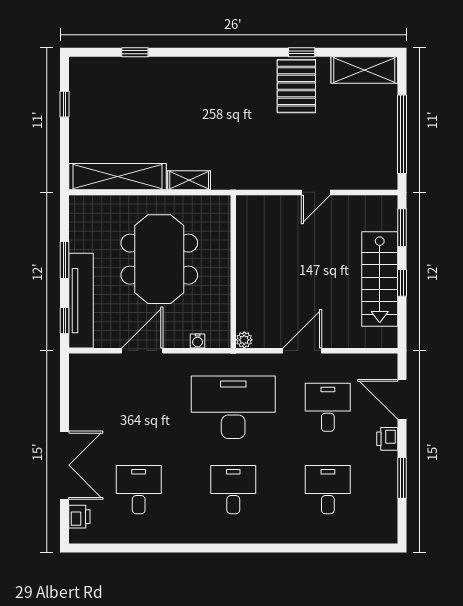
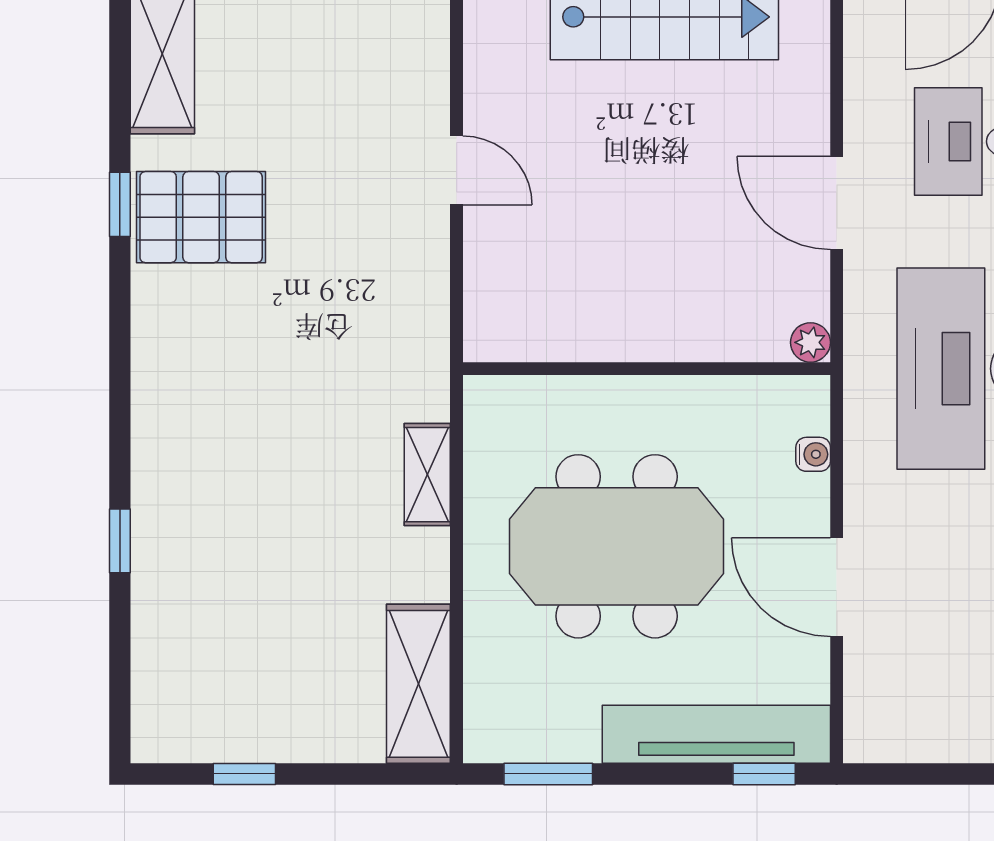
window: (135, 52) -> (120, 541), moved
shelving: (118, 177) -> (418, 684), width x0.68
window: (64, 260) -> (548, 774), moved

